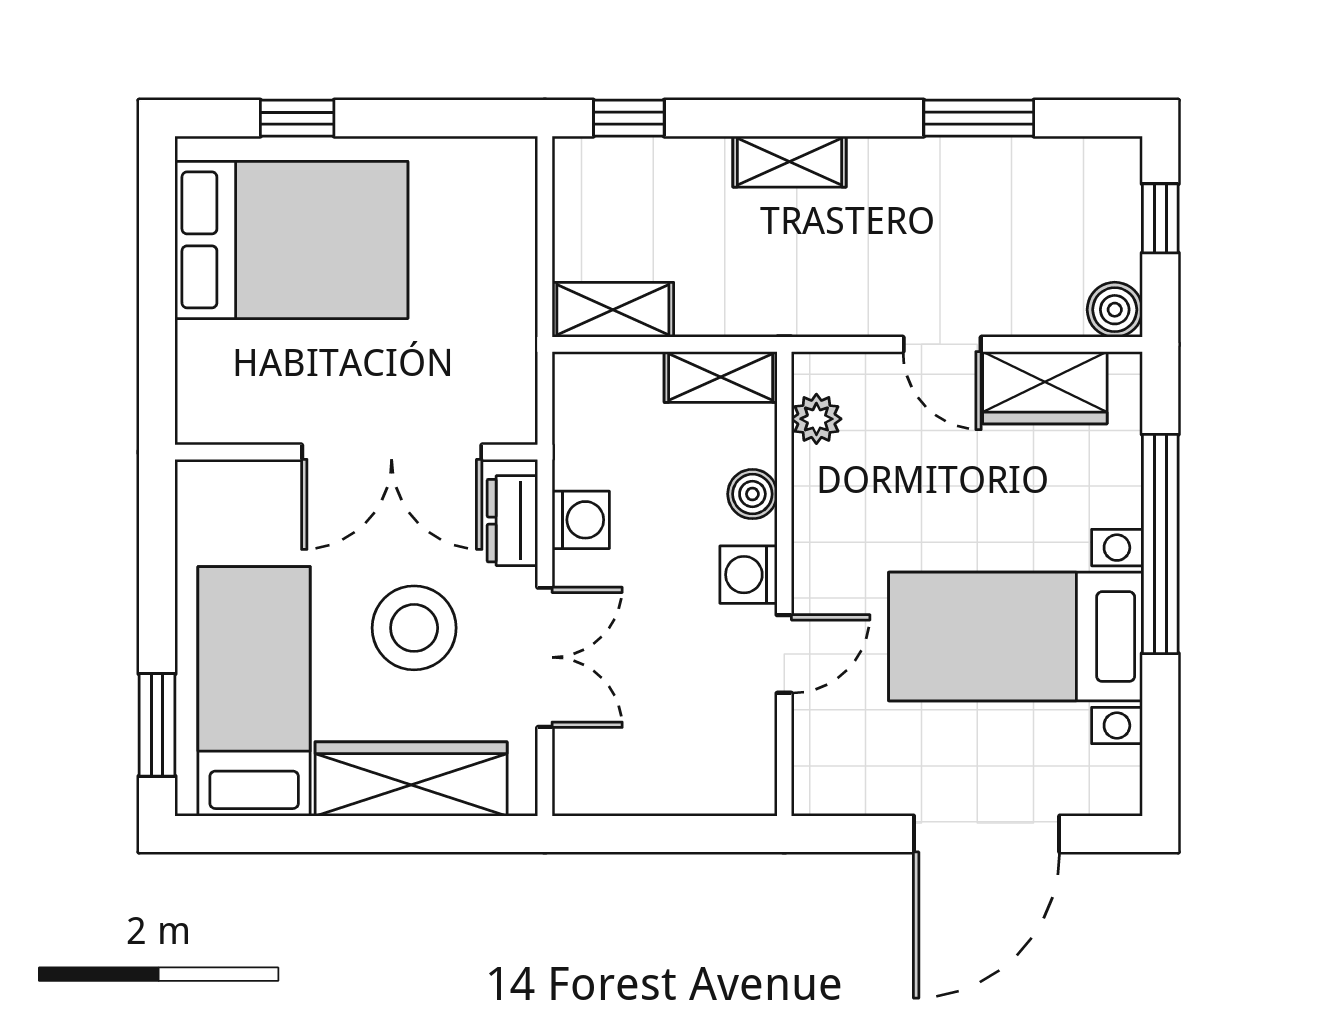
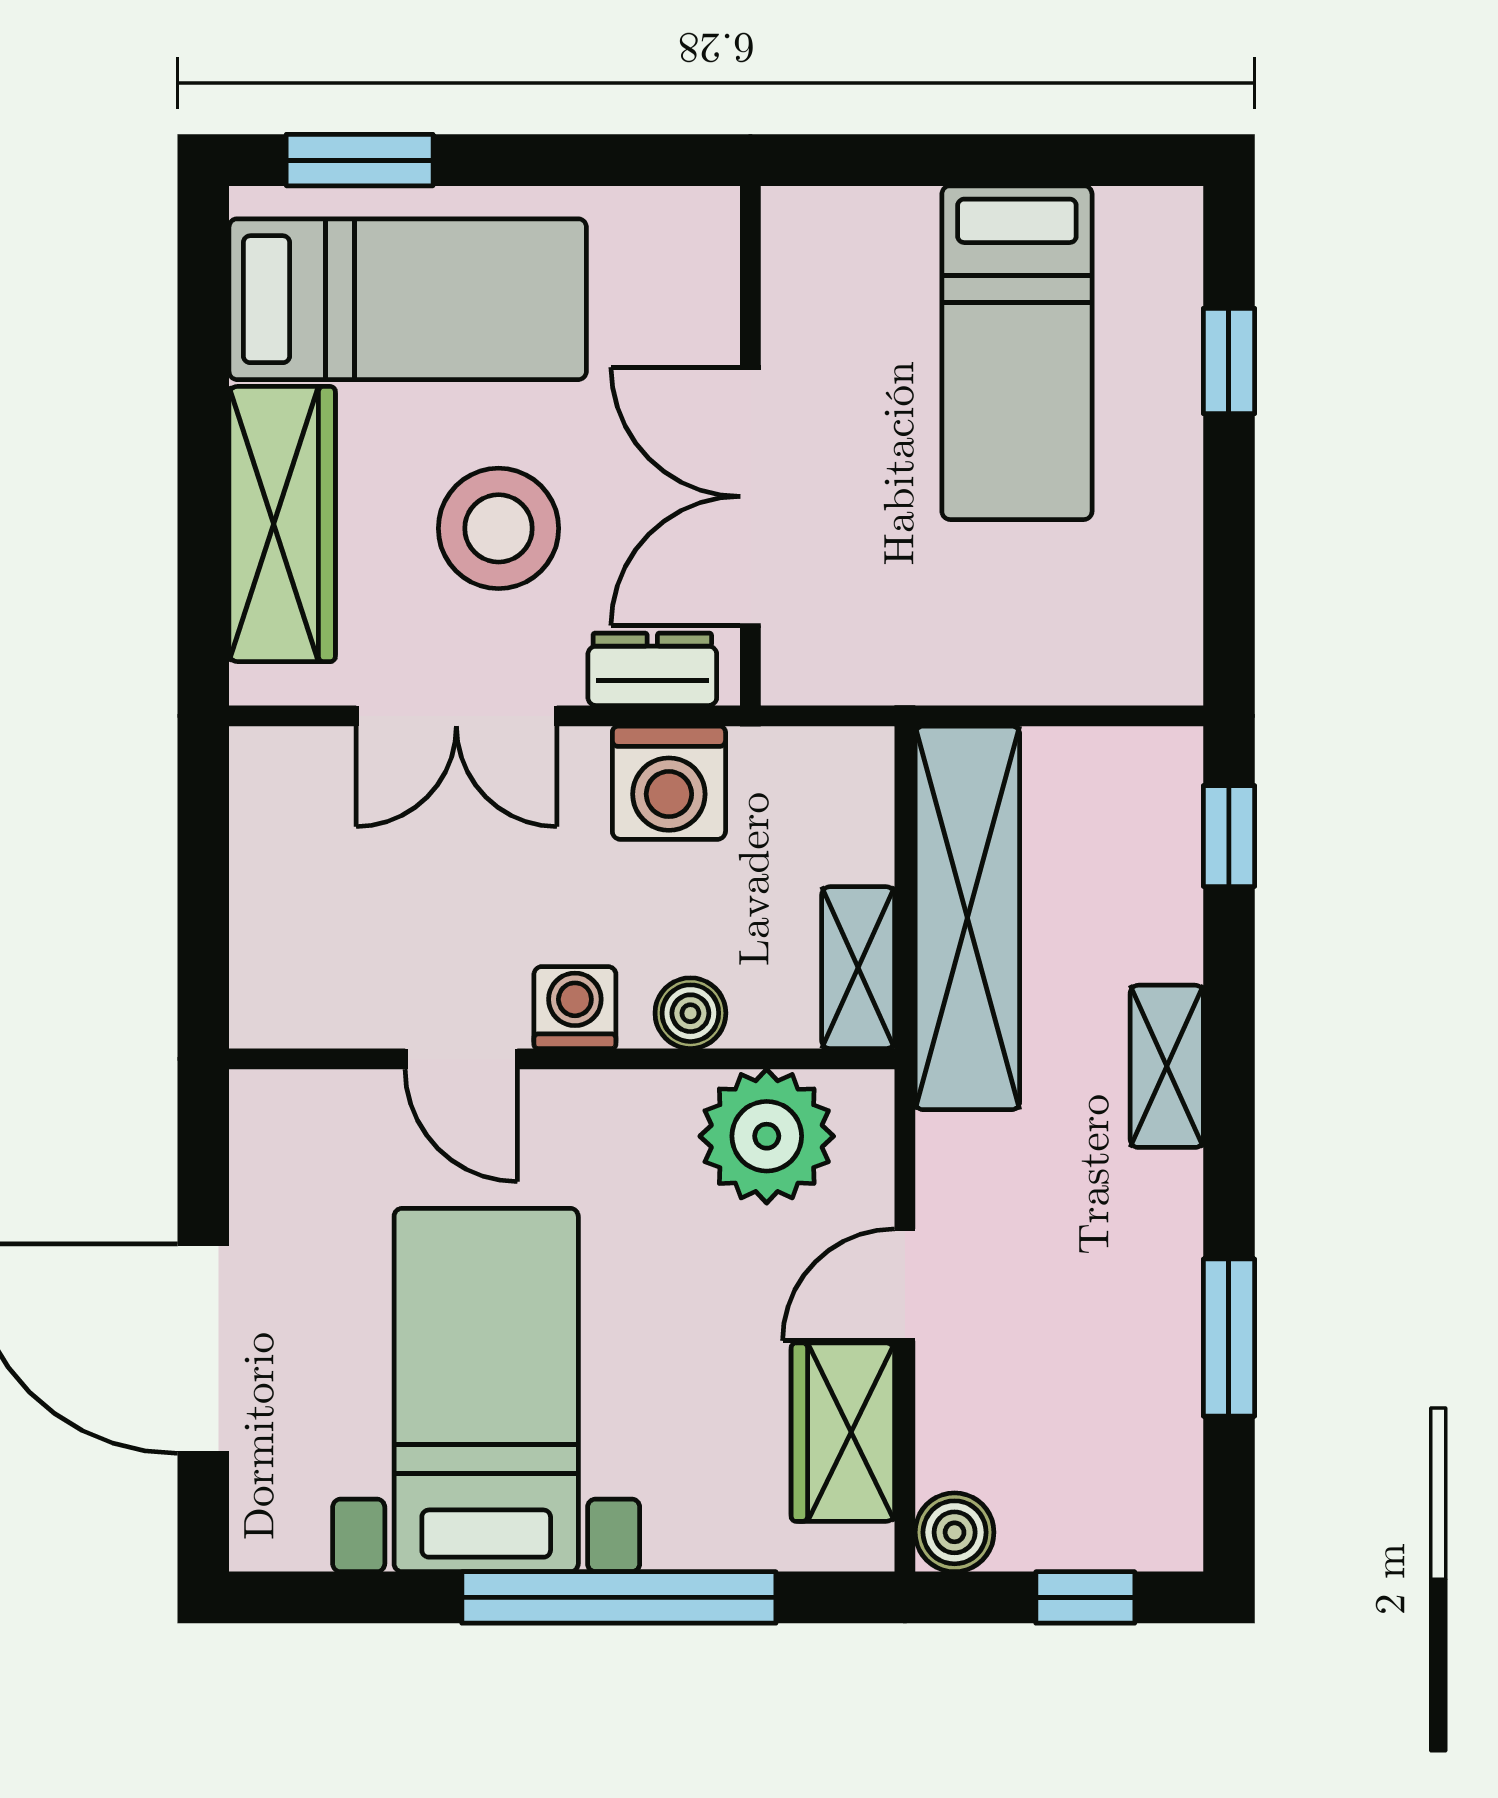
bed: (291, 240) -> (1017, 353), width x0.67
shelving: (613, 310) -> (967, 918), width x2.20, depth x1.33
plant: (816, 419) -> (767, 1136), width x1.87, depth x1.87
washing machine: (581, 520) -> (669, 783), width x1.38, depth x1.38

